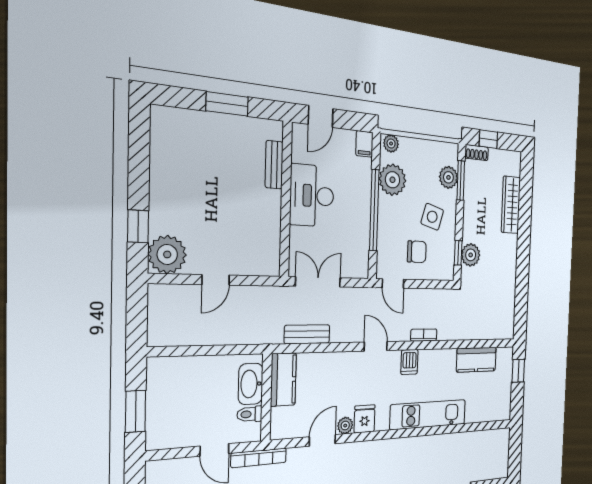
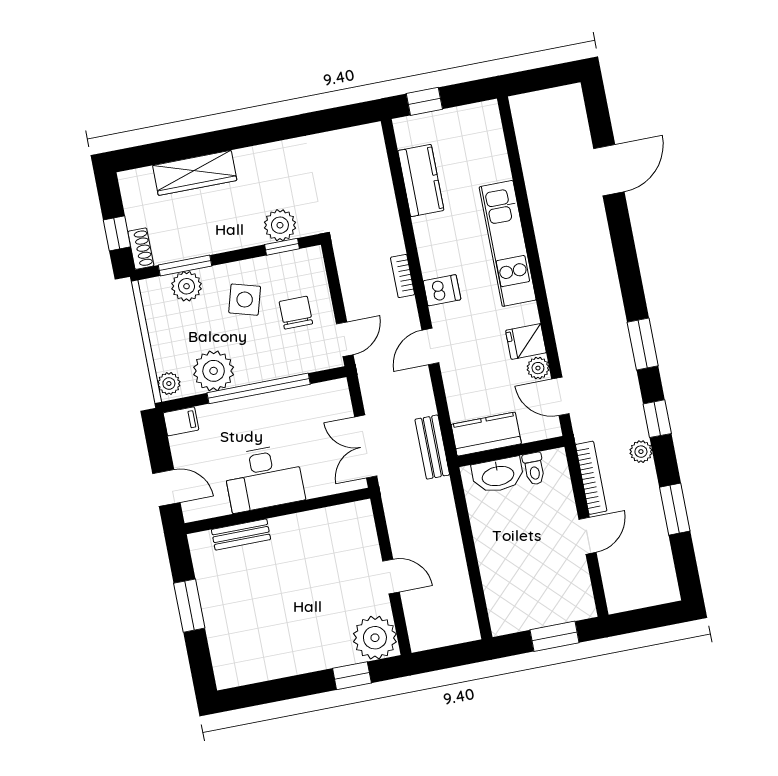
kitchen counter: (283, 379) -> (486, 434), moved
washbasin: (251, 384) -> (498, 475), moved
wall: (266, 397) -> (511, 451), moved
toilet: (250, 414) -> (534, 469), moved

